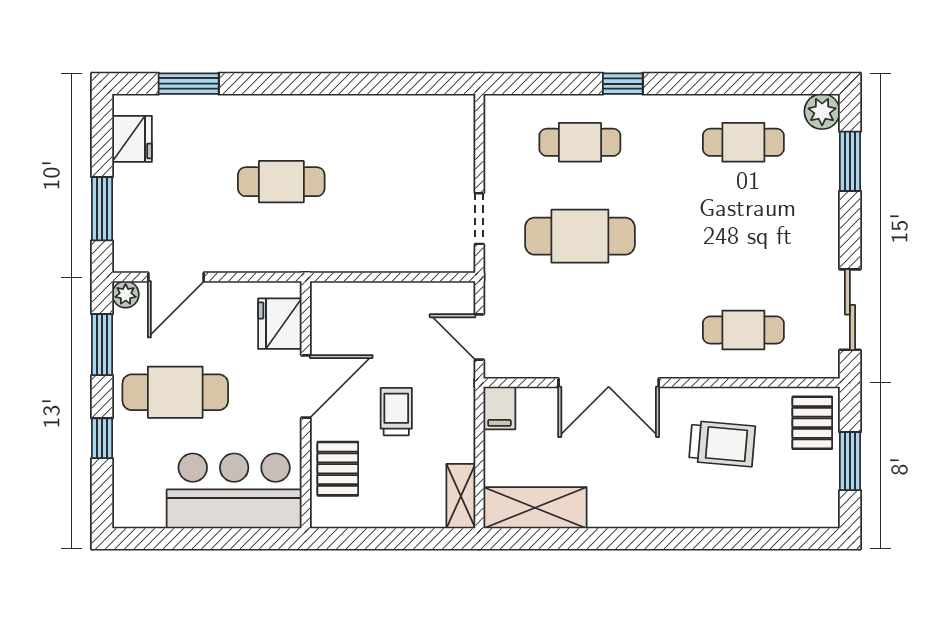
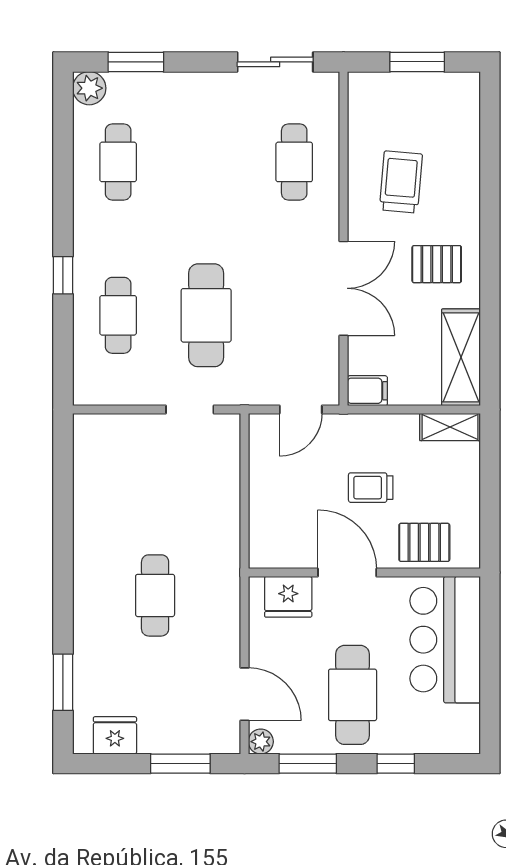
pallet: (812, 423) -> (437, 264), moved

